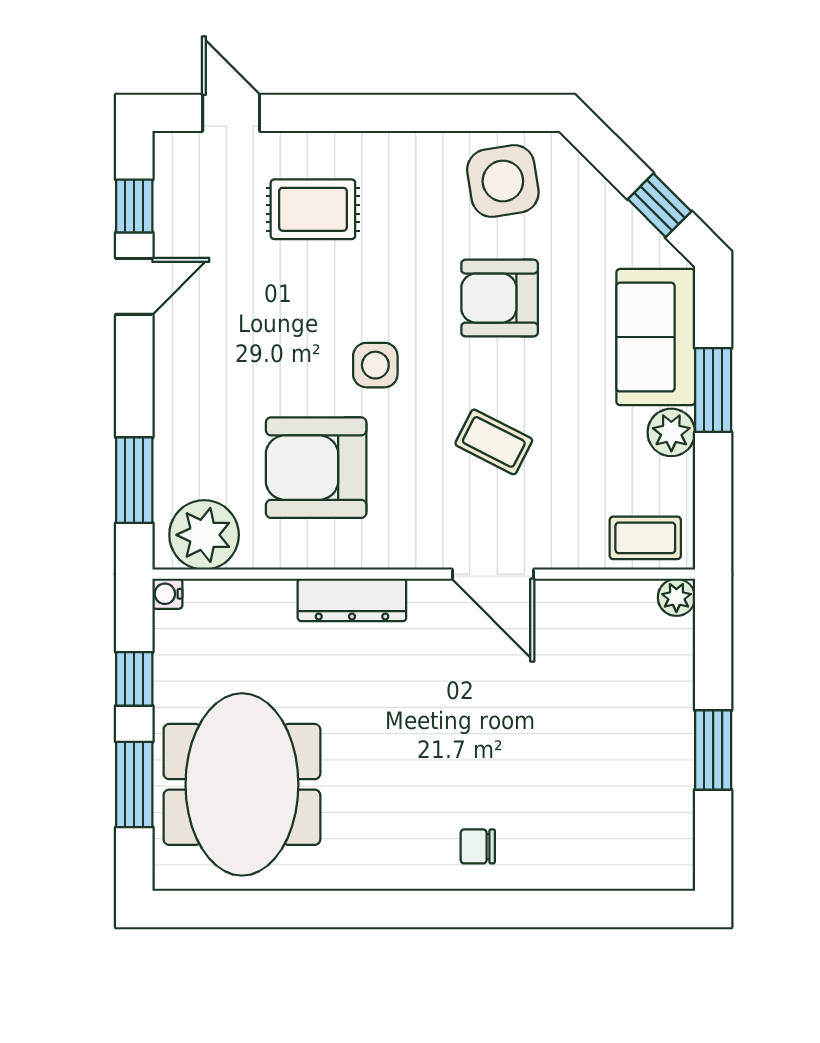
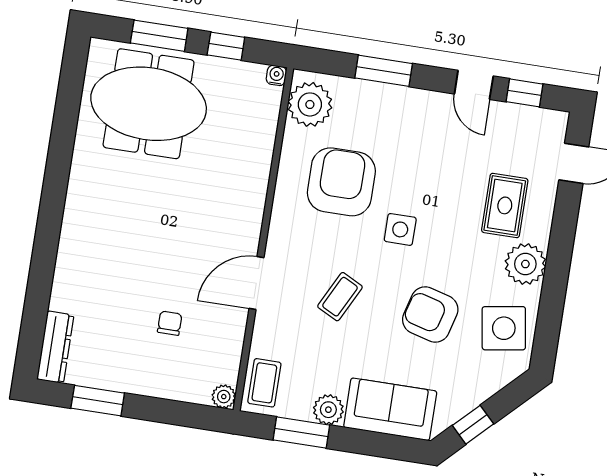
plant: (399, 163) -> (525, 264), added
armchair: (500, 298) -> (430, 315), turned -75
window: (713, 390) -> (301, 433), moved
window: (134, 480) -> (384, 71), moved
dresser: (352, 600) -> (55, 347), moved, turned 180
window: (713, 750) -> (98, 401), moved
chair: (478, 846) -> (170, 323), moved

